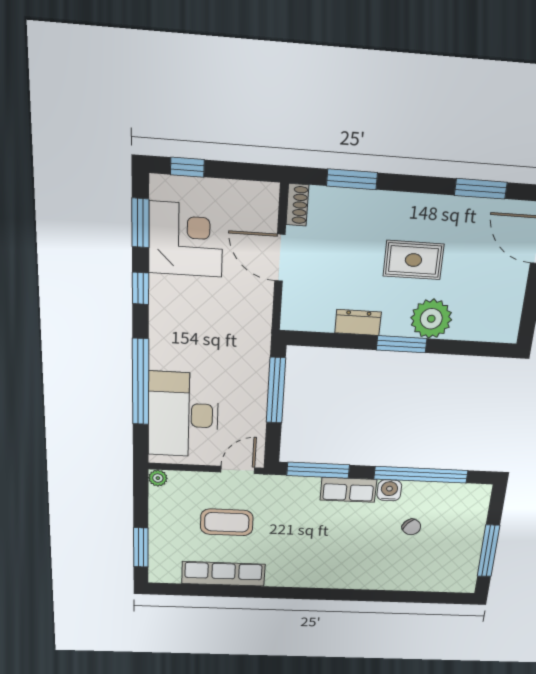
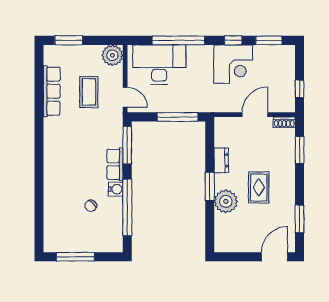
window: (187, 167) -> (300, 89), moved
corner desk: (186, 240) -> (233, 64), moved
plant: (158, 478) -> (112, 55), width x1.88, depth x1.88

